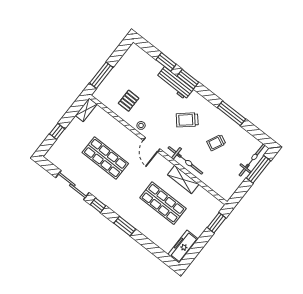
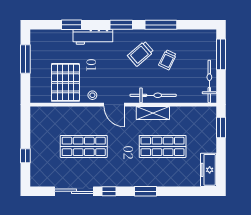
window: (101, 75) -> (25, 59), moved
window: (188, 79) -> (121, 25), moved
pallet: (129, 101) -> (65, 82), width x2.05, depth x2.00
shelving: (86, 110) -> (36, 118), removed
trolley: (187, 120) -> (141, 54), moved
bicycle: (252, 160) -> (209, 81), moved
shelving: (183, 179) -> (153, 113), moved

